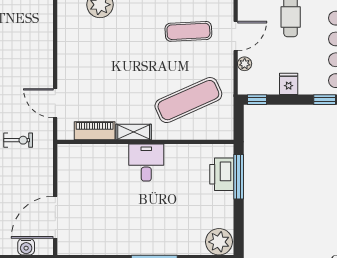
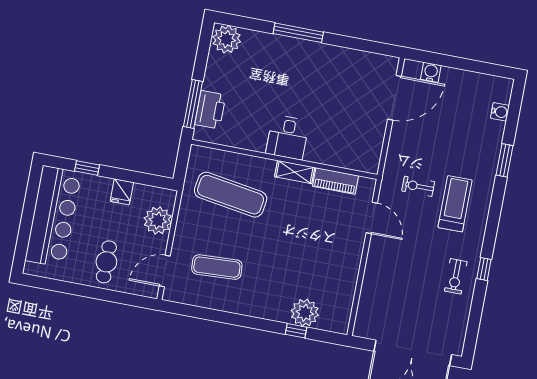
door: (236, 36) -> (165, 271), moved
plant: (245, 64) -> (158, 220), width x1.88, depth x1.88
exercise mat: (188, 100) -> (231, 195), turned 33
window: (257, 100) -> (158, 181), removed

